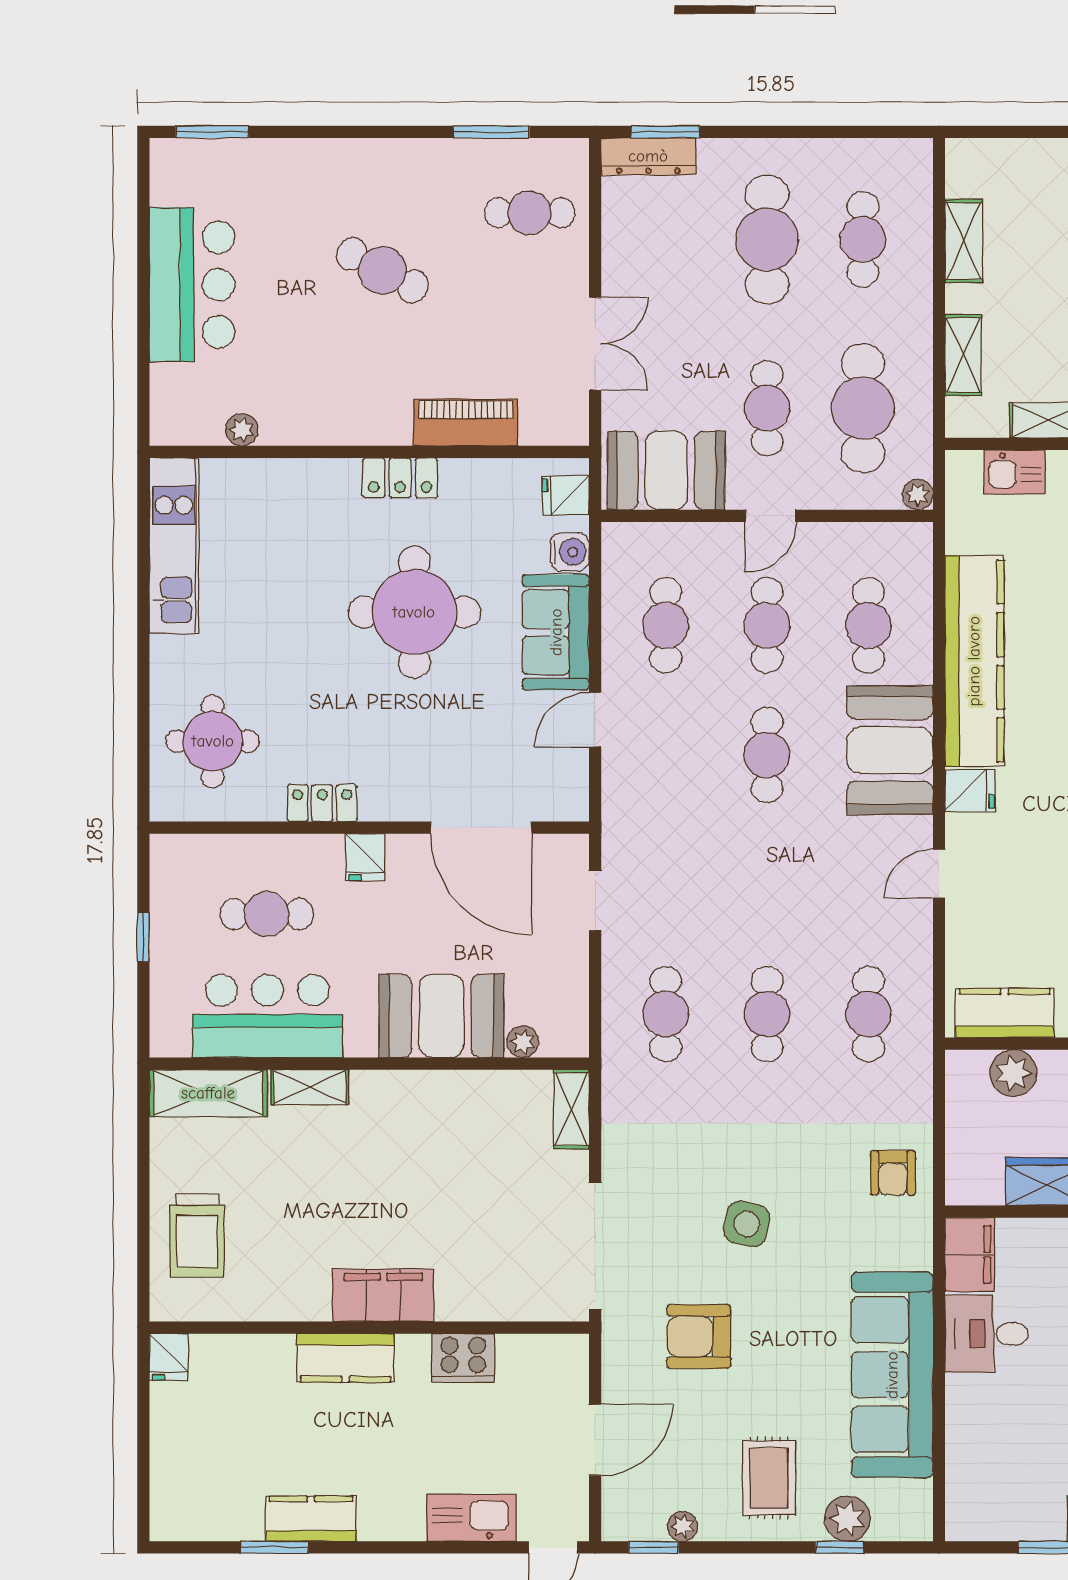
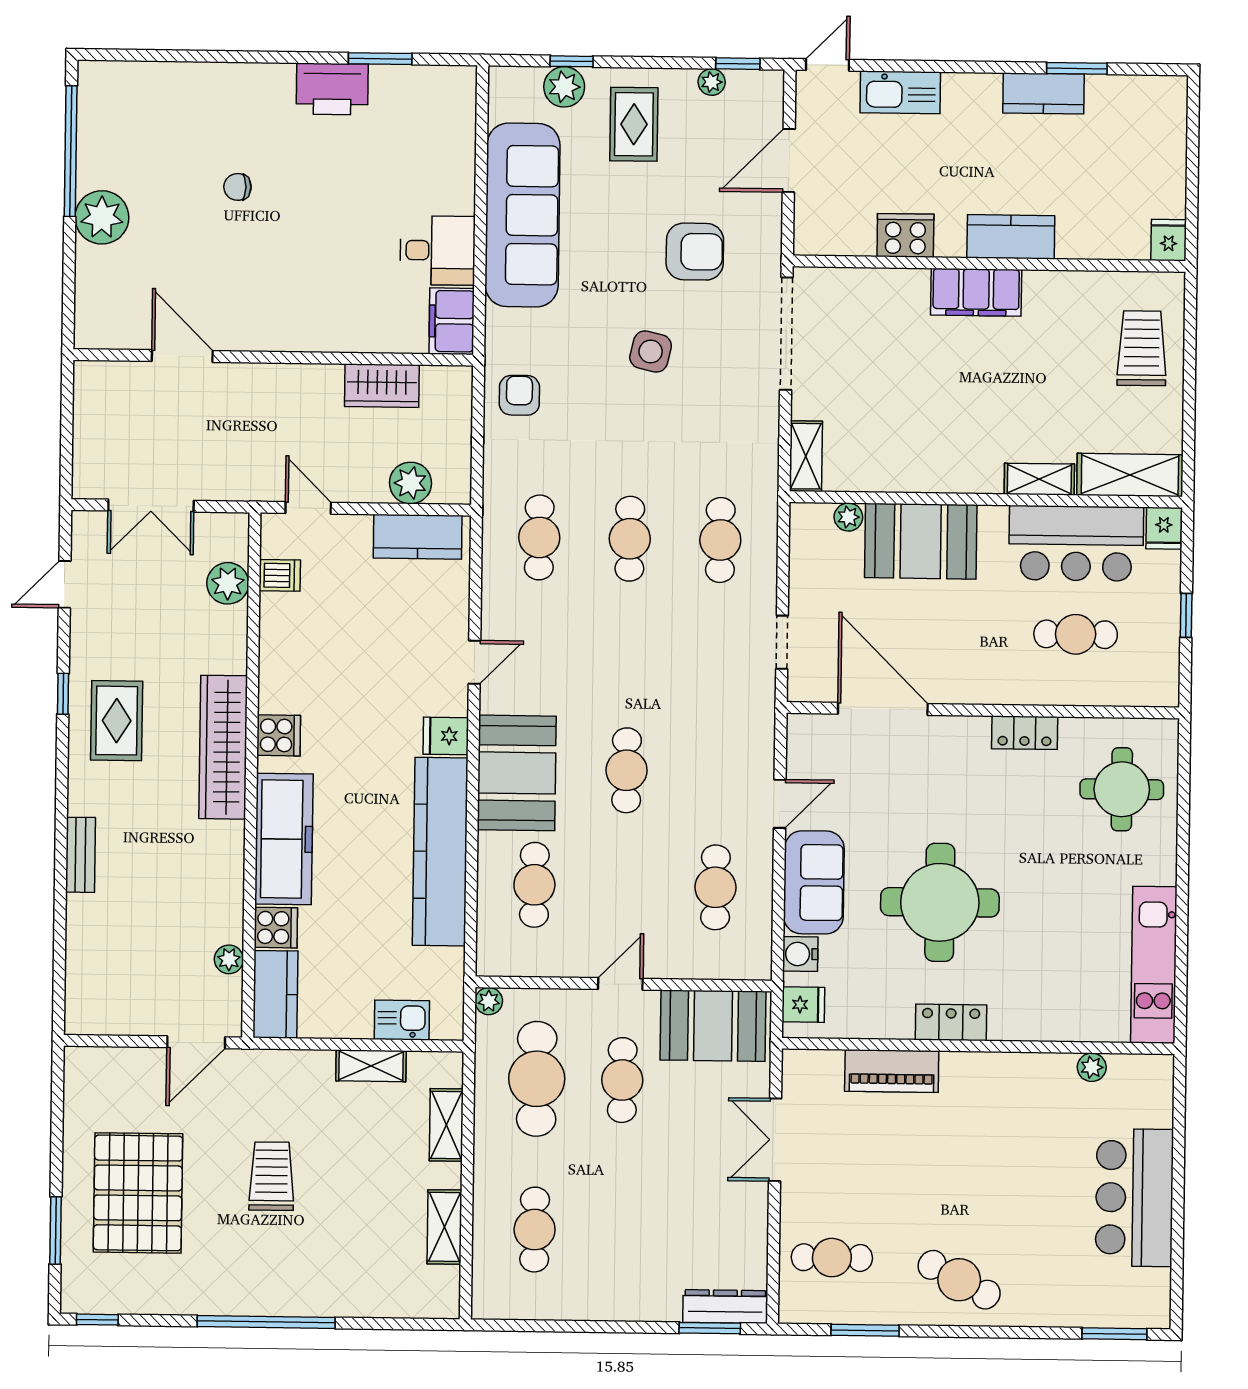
cafe table: (767, 239) -> (620, 1231), removed
cafe table: (382, 270) -> (959, 1280), moved
cafe table: (767, 625) -> (625, 886), removed
fridge: (365, 857) -> (1164, 528), moved, turned 180

